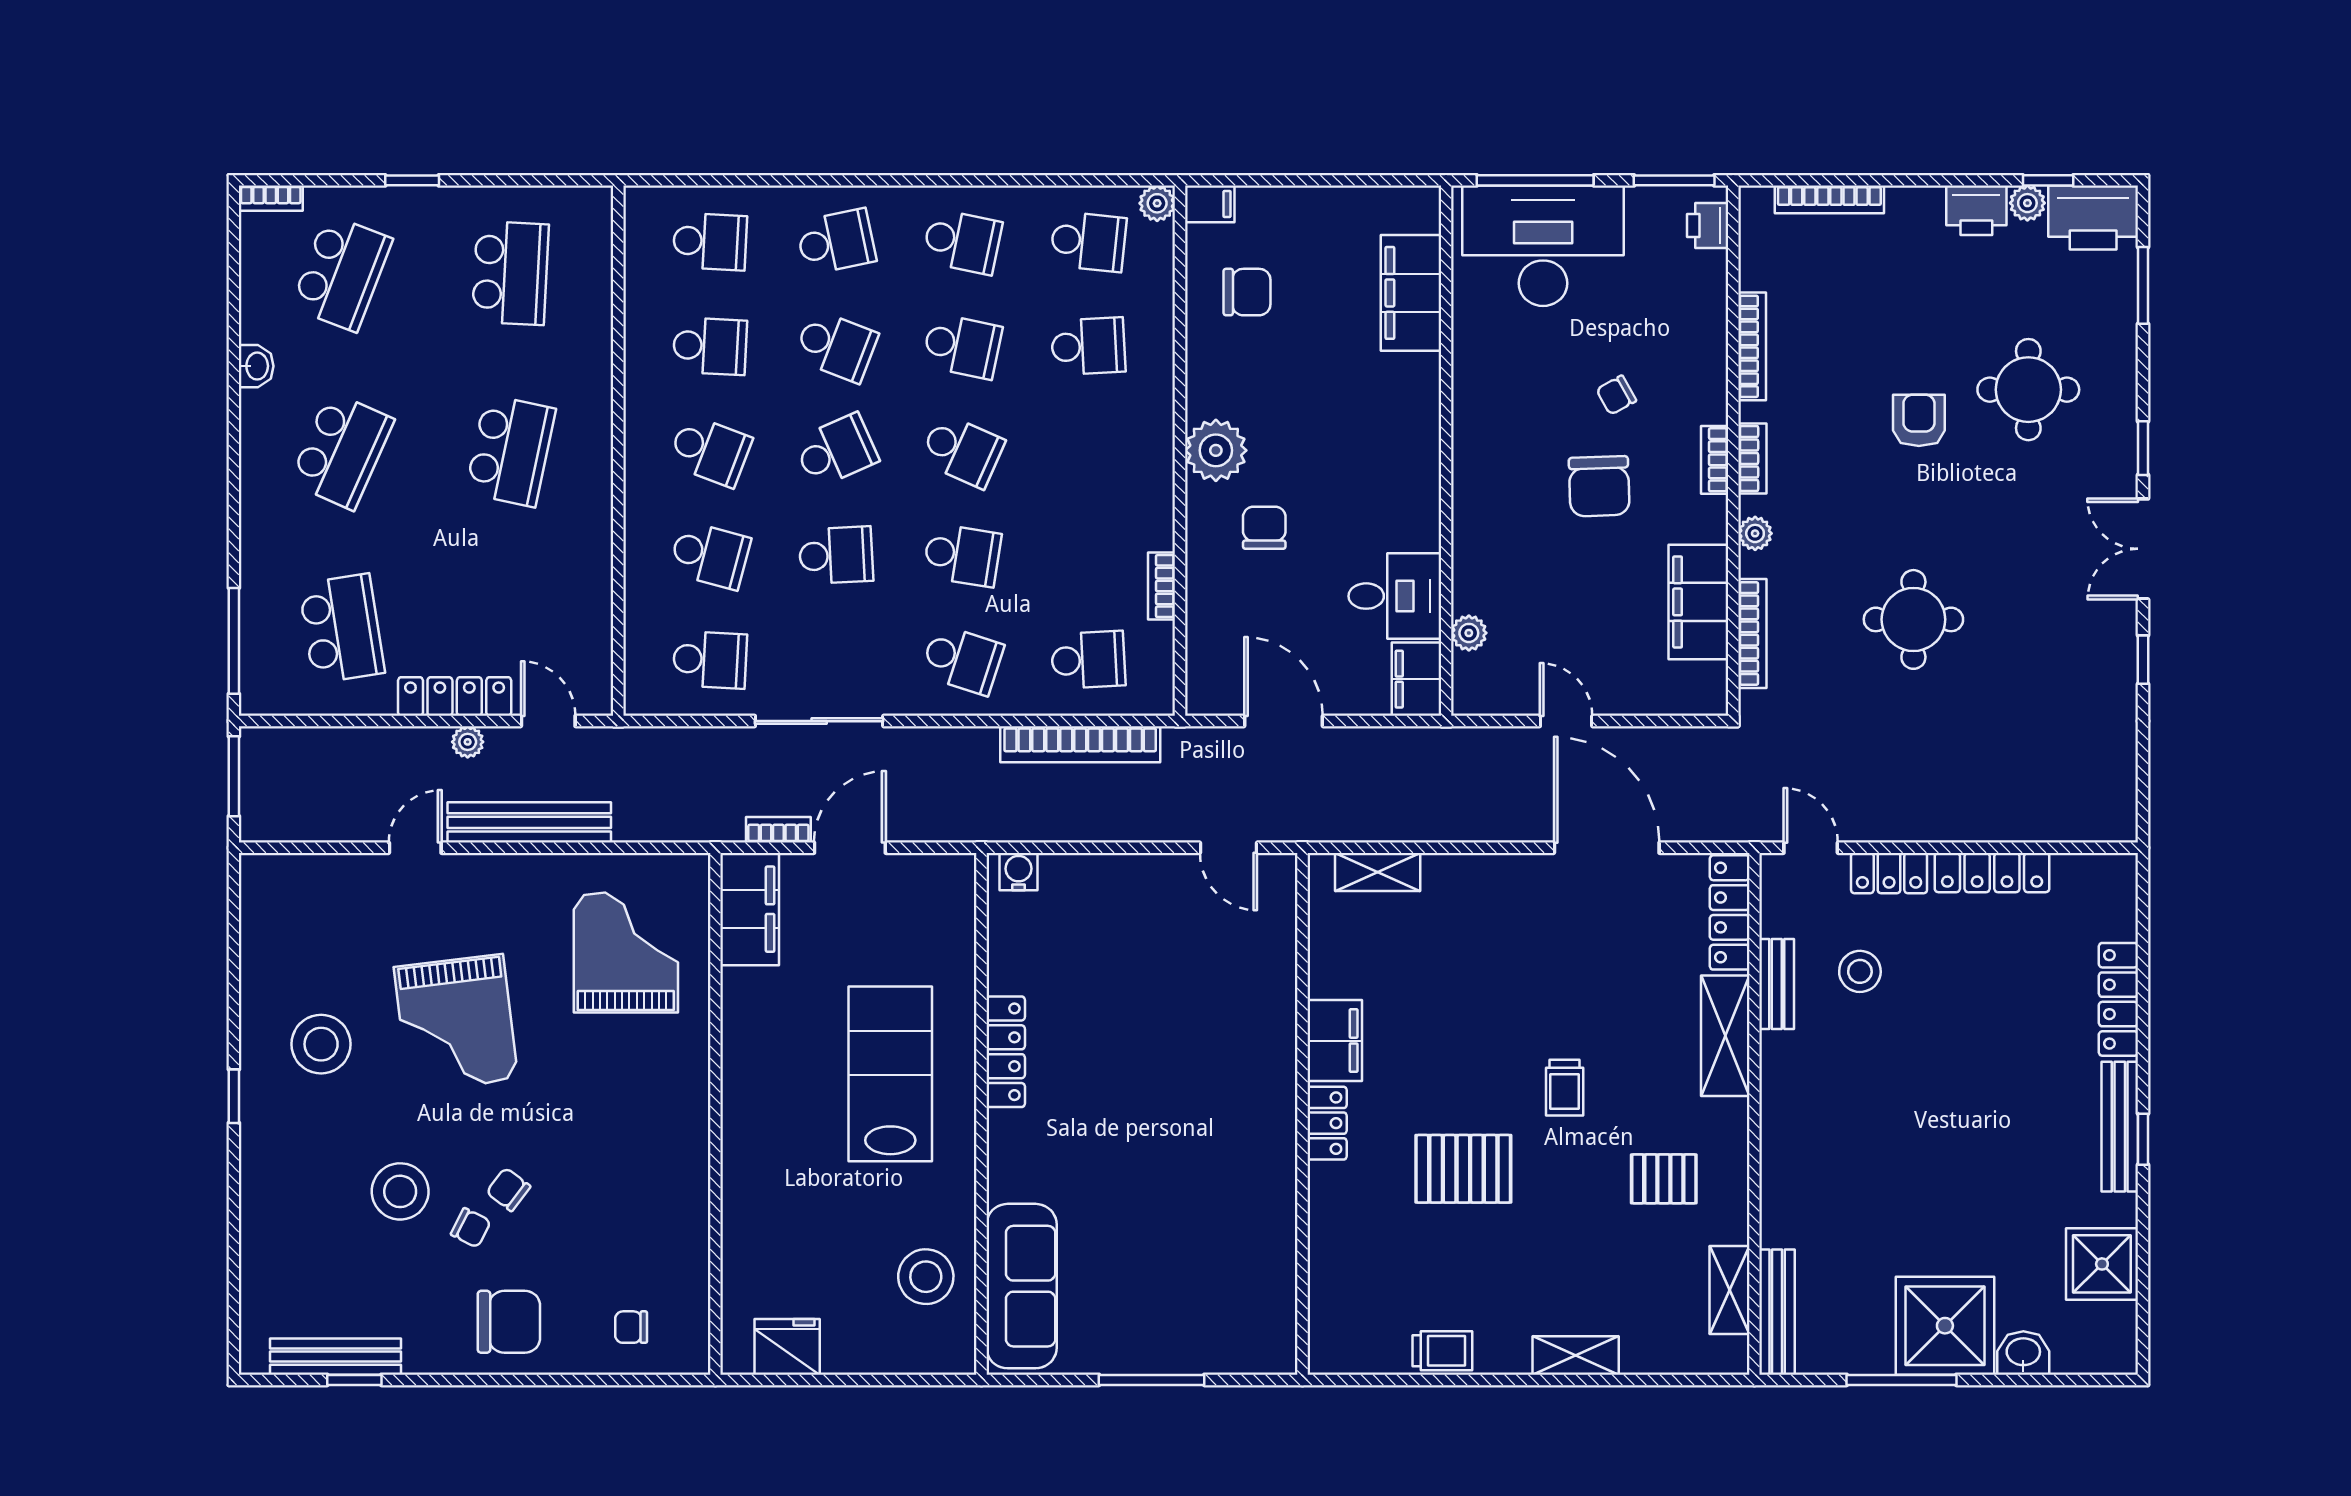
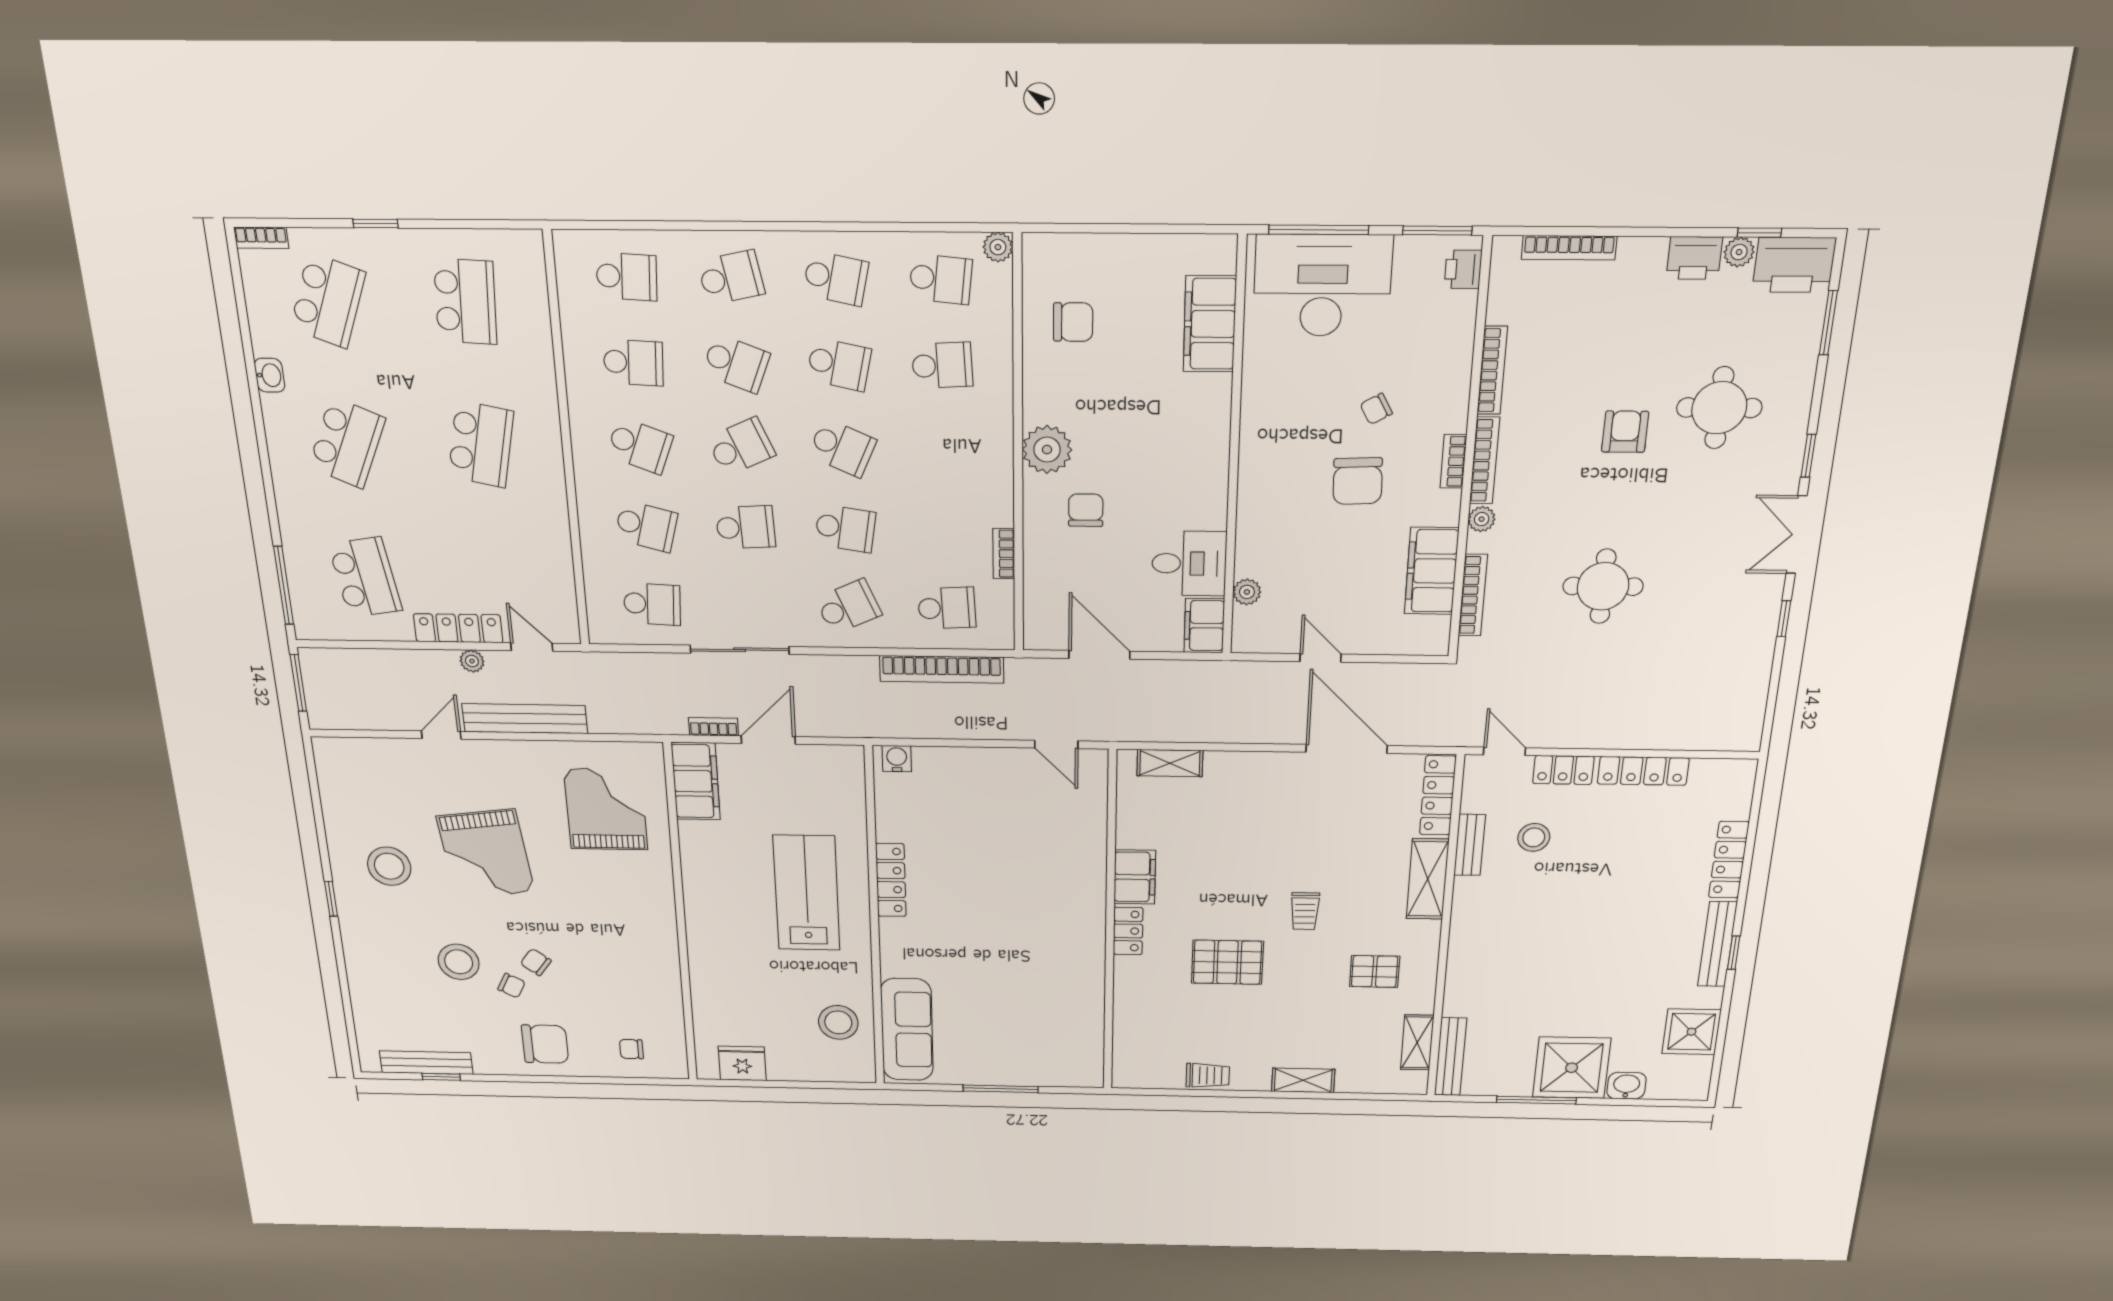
filing cabinet: (1210, 204) -> (1042, 248), removed
bookcase: (1752, 458) -> (1485, 461), width x1.56
school desk: (962, 660) -> (848, 607), turned -42

